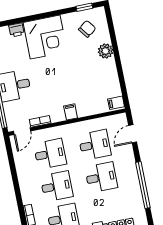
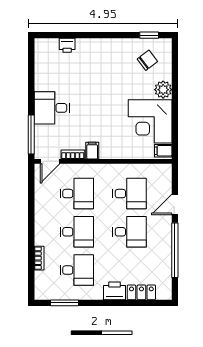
corner desk: (45, 37) -> (150, 121), moved, turned 90
filing cabinet: (71, 112) -> (92, 151), moved
door: (133, 134) -> (175, 204), moved

